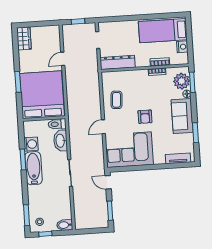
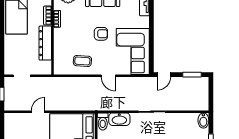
door: (63, 59) -> (38, 112), swing flipped
dresser: (118, 62) -> (45, 43), moved

